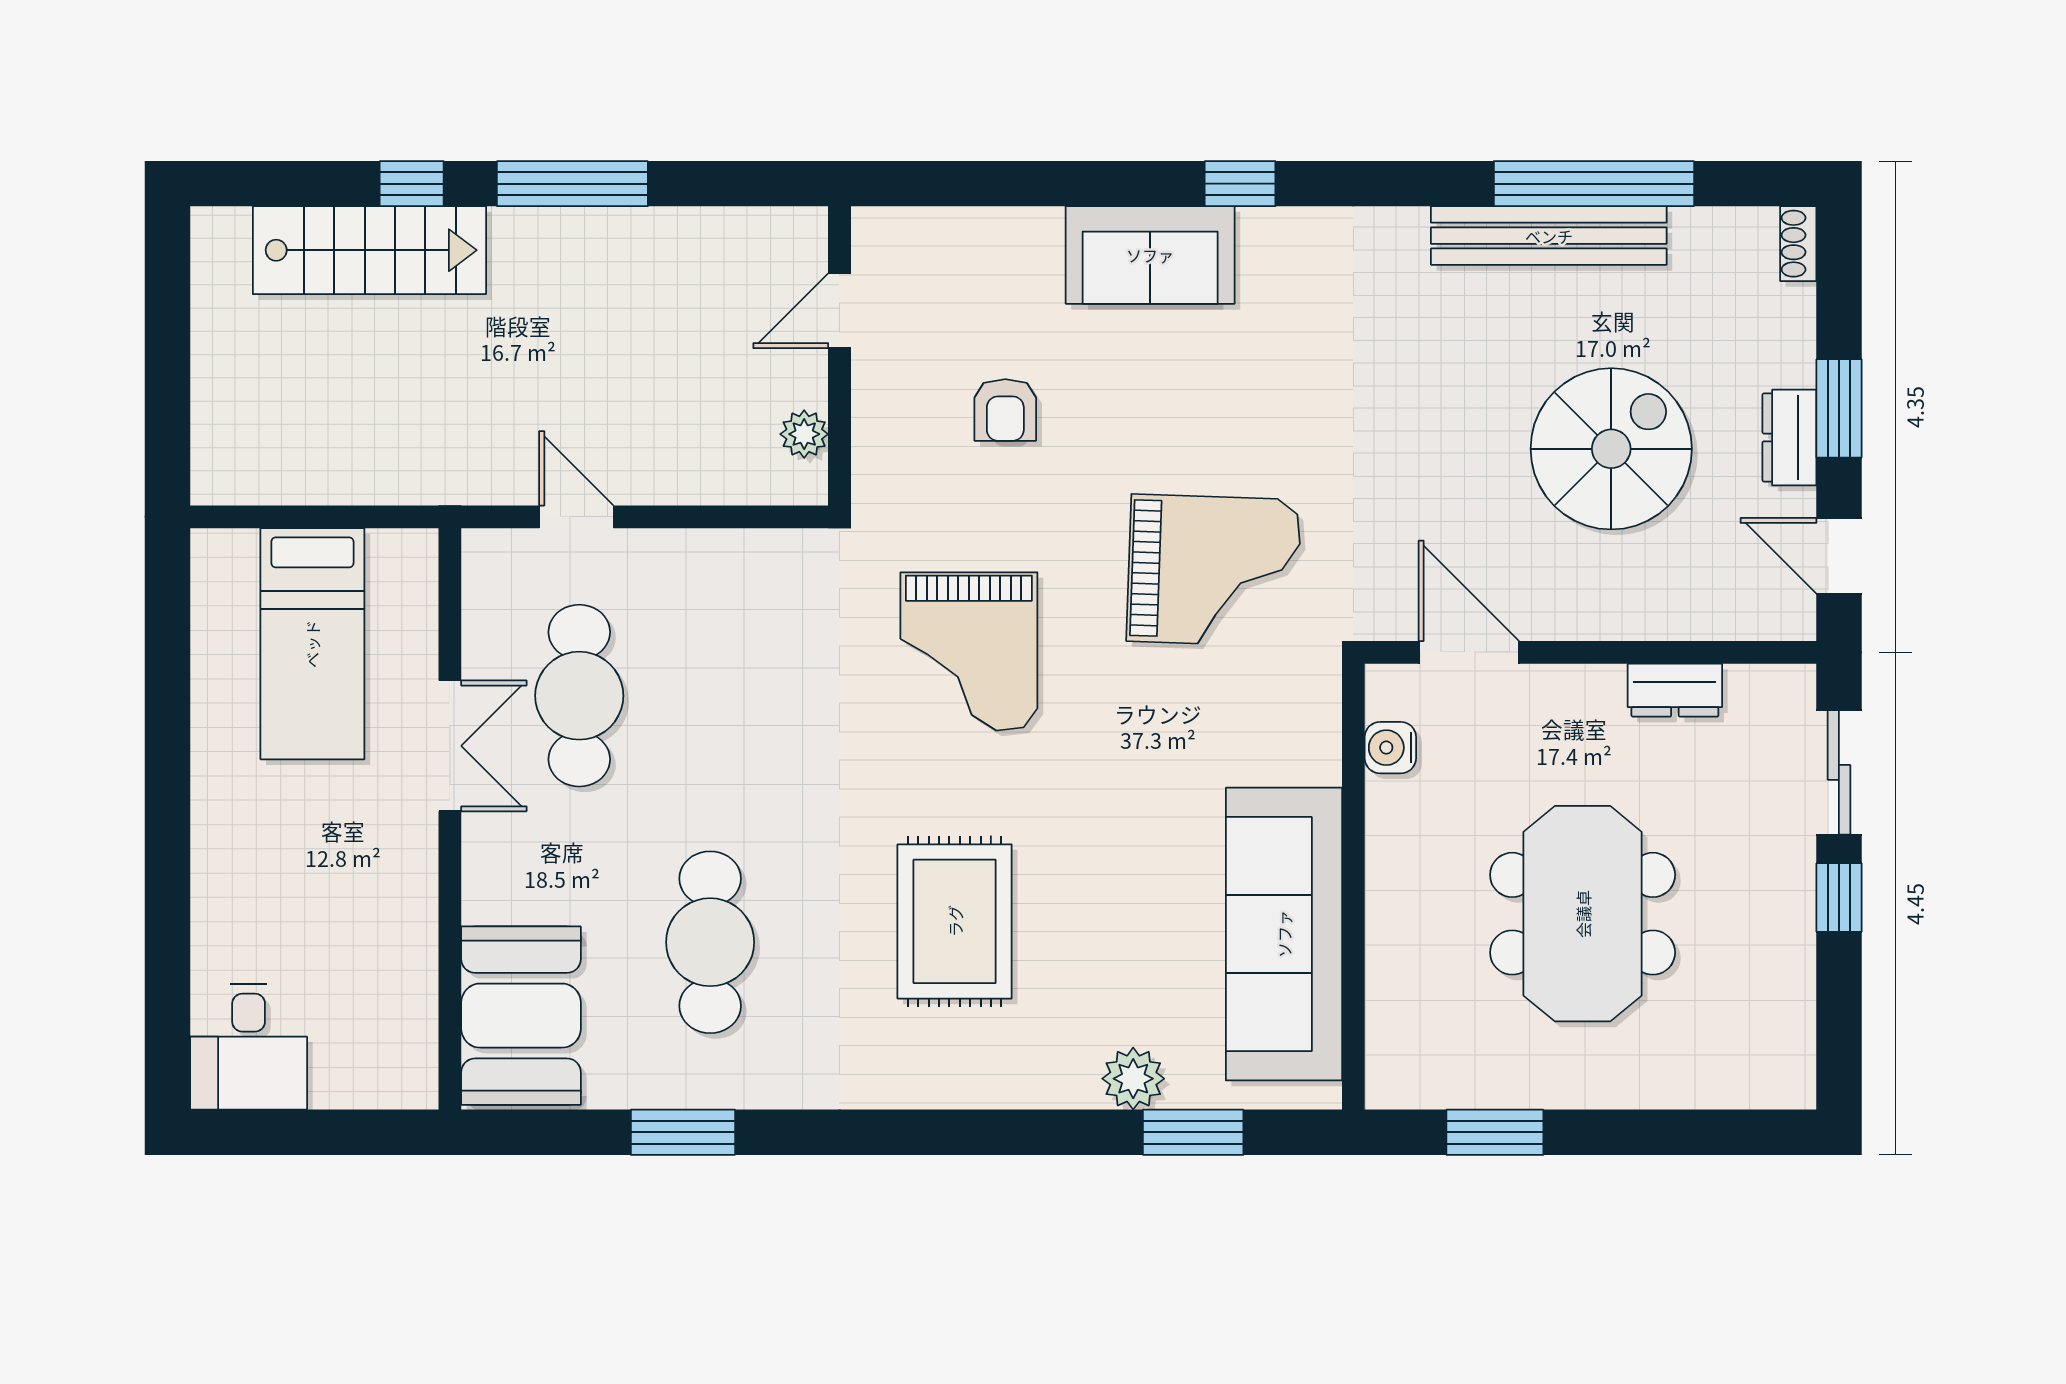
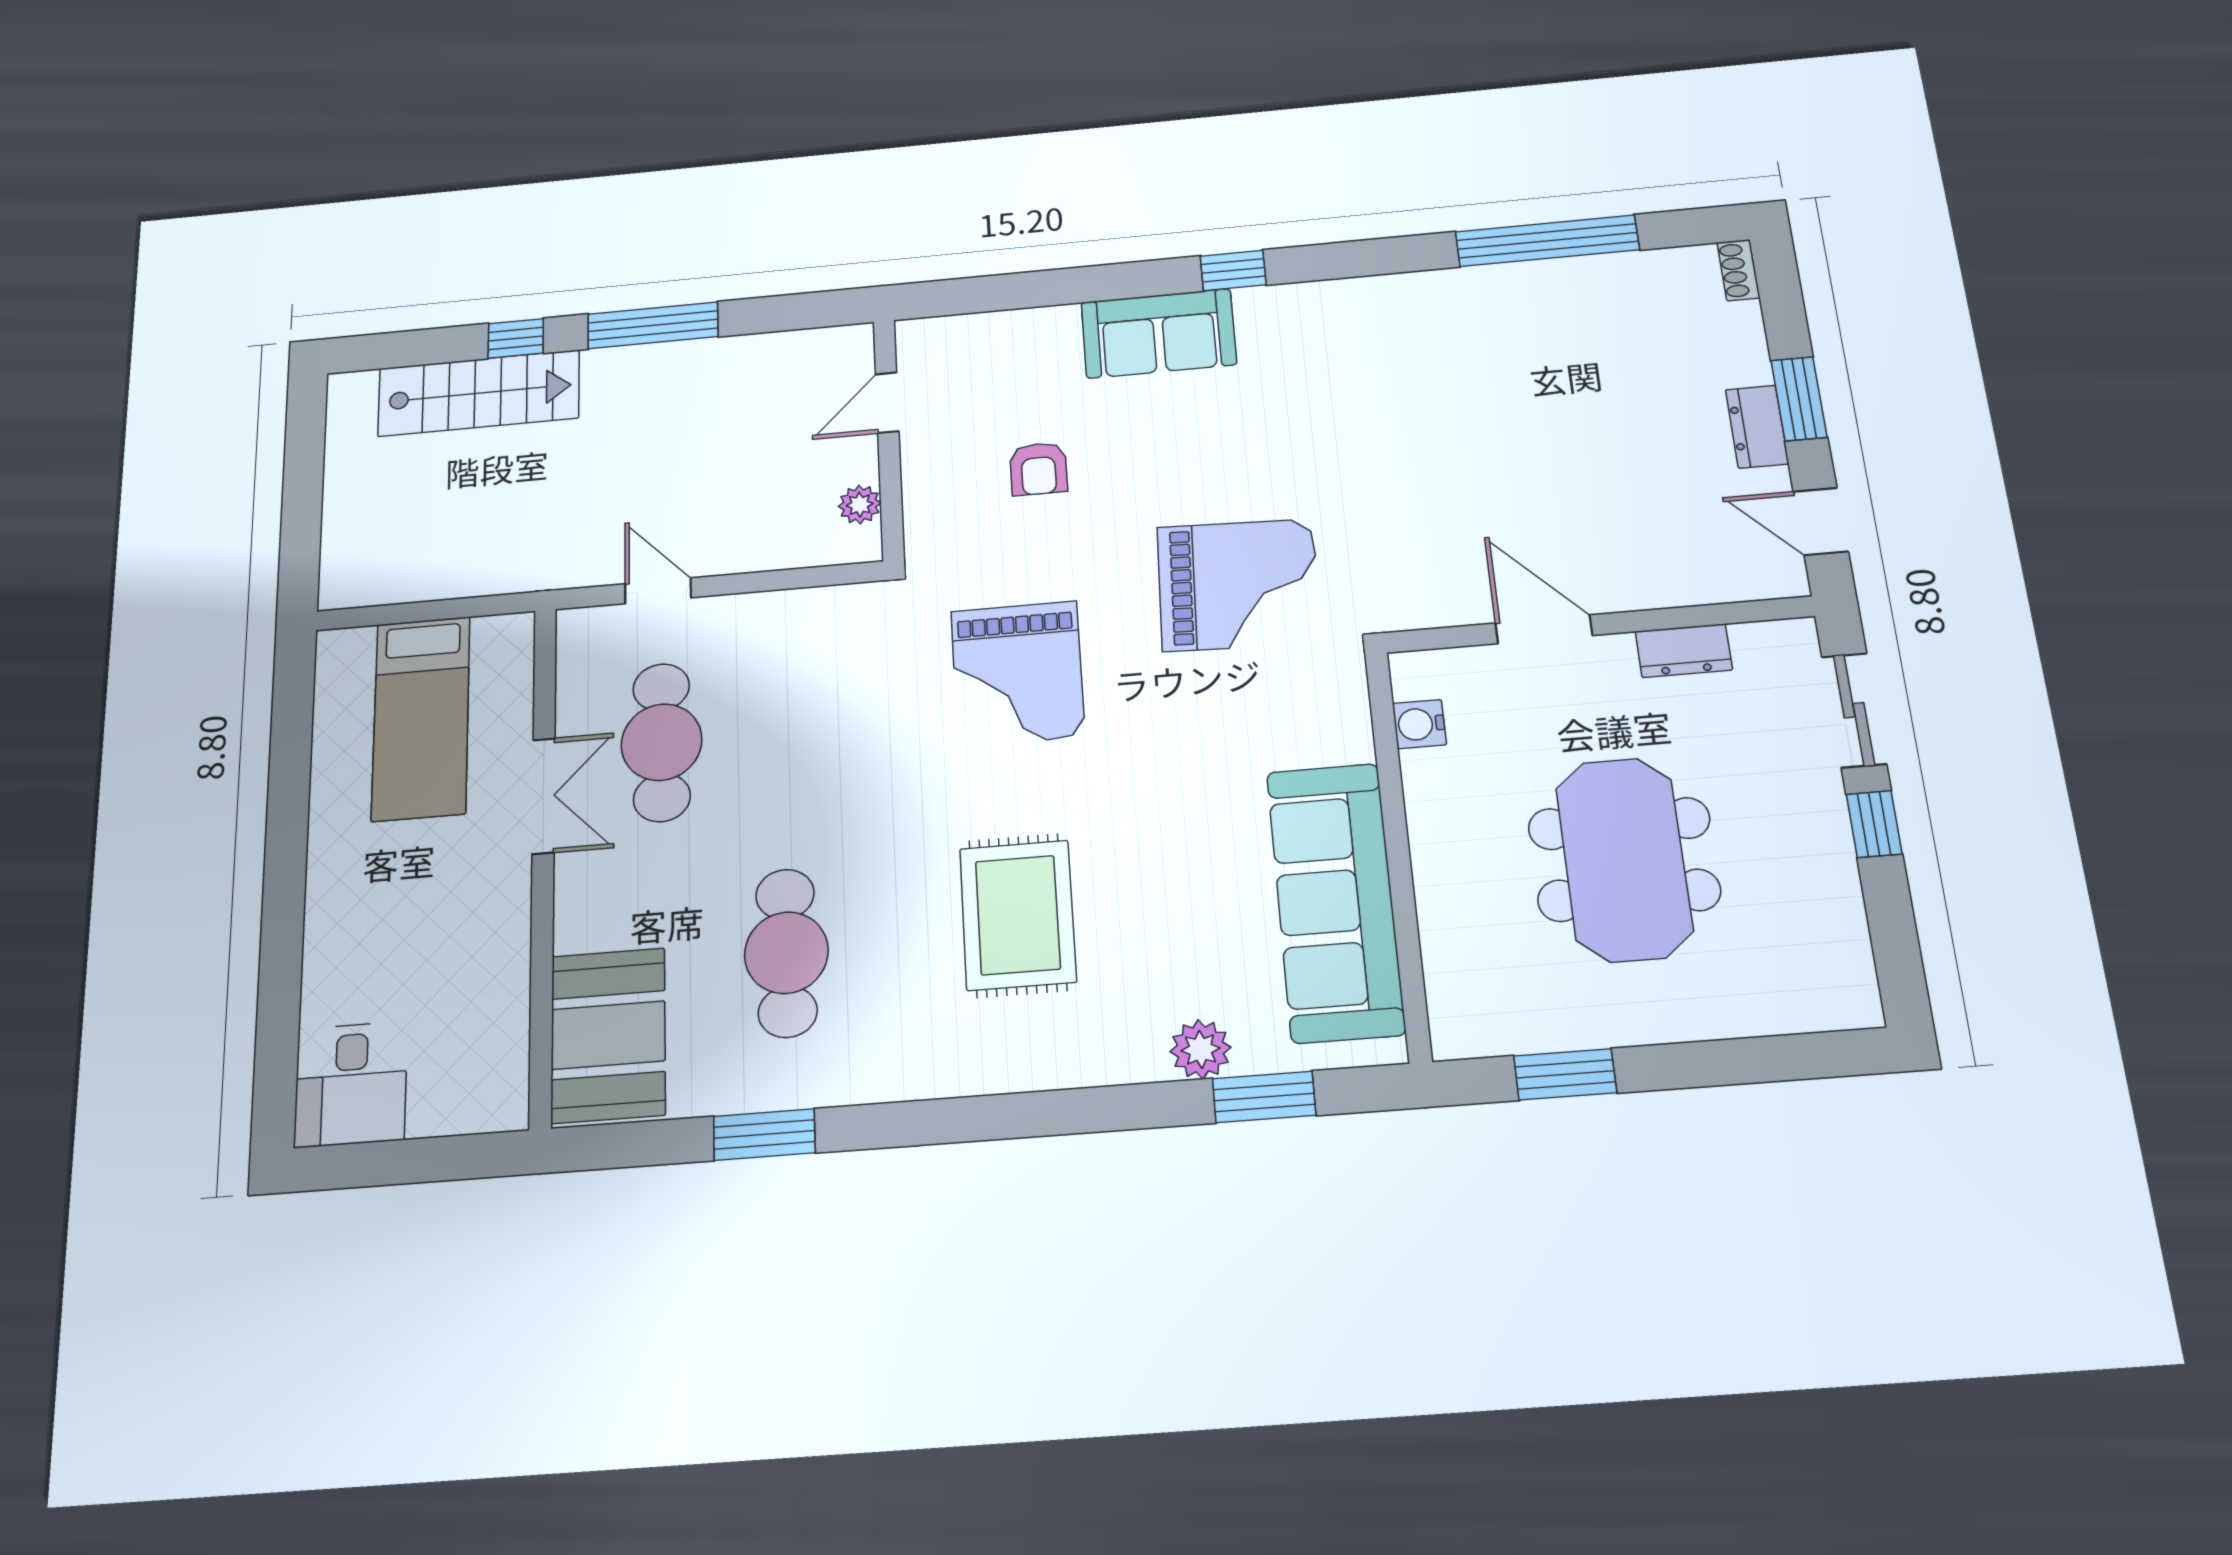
bench: (1549, 236) -> (1512, 285), removed
spiral stairs: (1611, 449) -> (1593, 451), removed
door: (1469, 652) -> (1544, 629), moved

